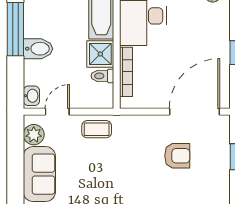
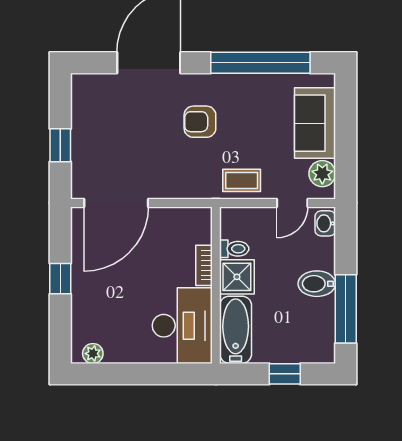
bookcase: (126, 72) -> (204, 265), width x0.64
armchair: (177, 156) -> (200, 122), moved

